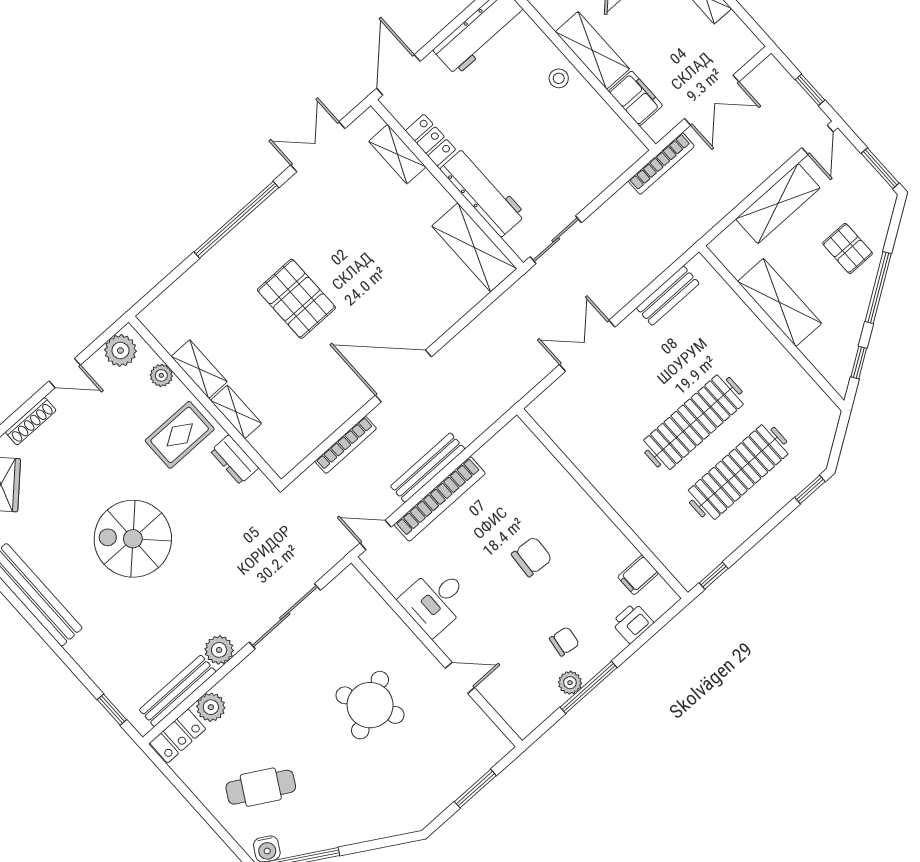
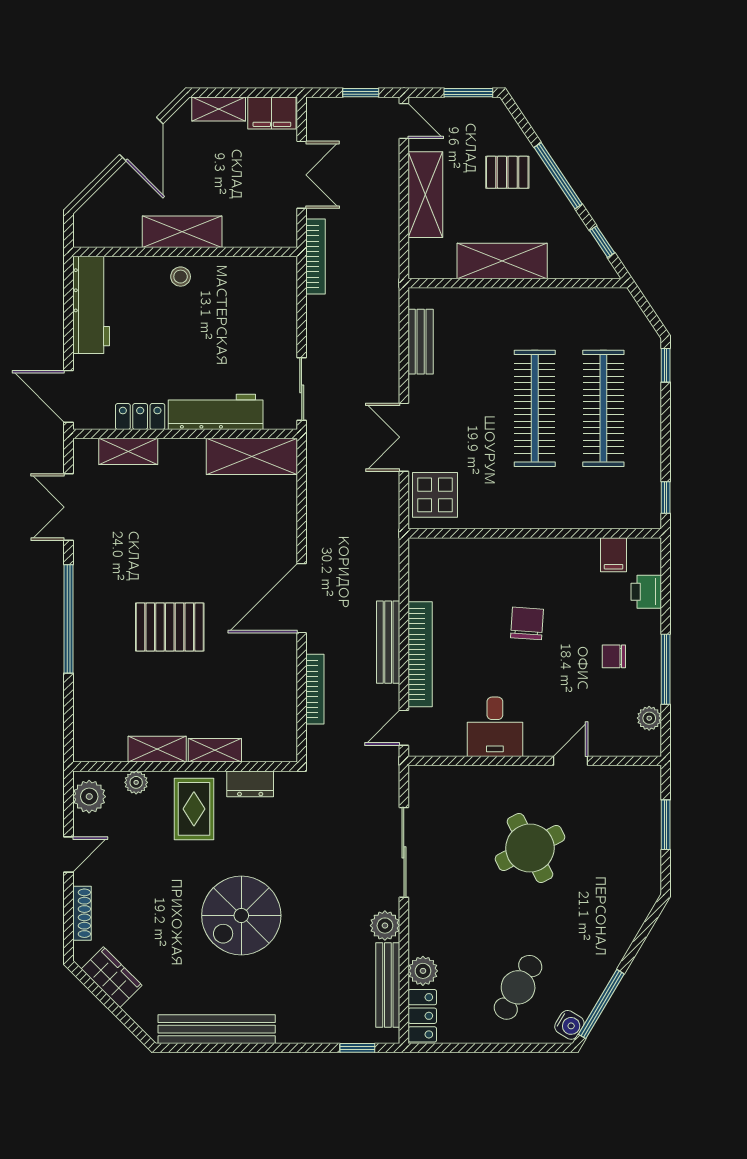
filing cabinet: (636, 98) -> (272, 113), moved, turned 180
display table: (565, 406) -> (435, 495), added
chair: (564, 641) -> (614, 656), turned -98
plant: (570, 683) -> (649, 718), moved

